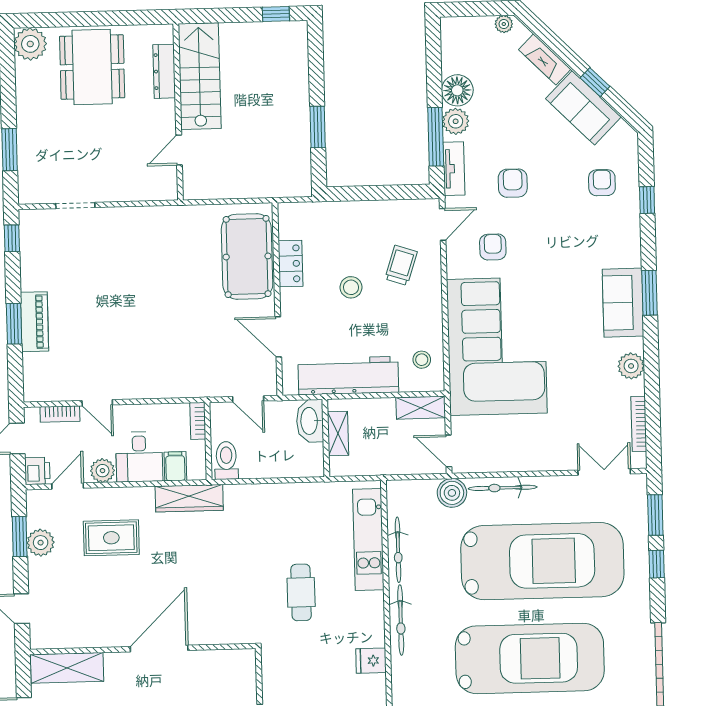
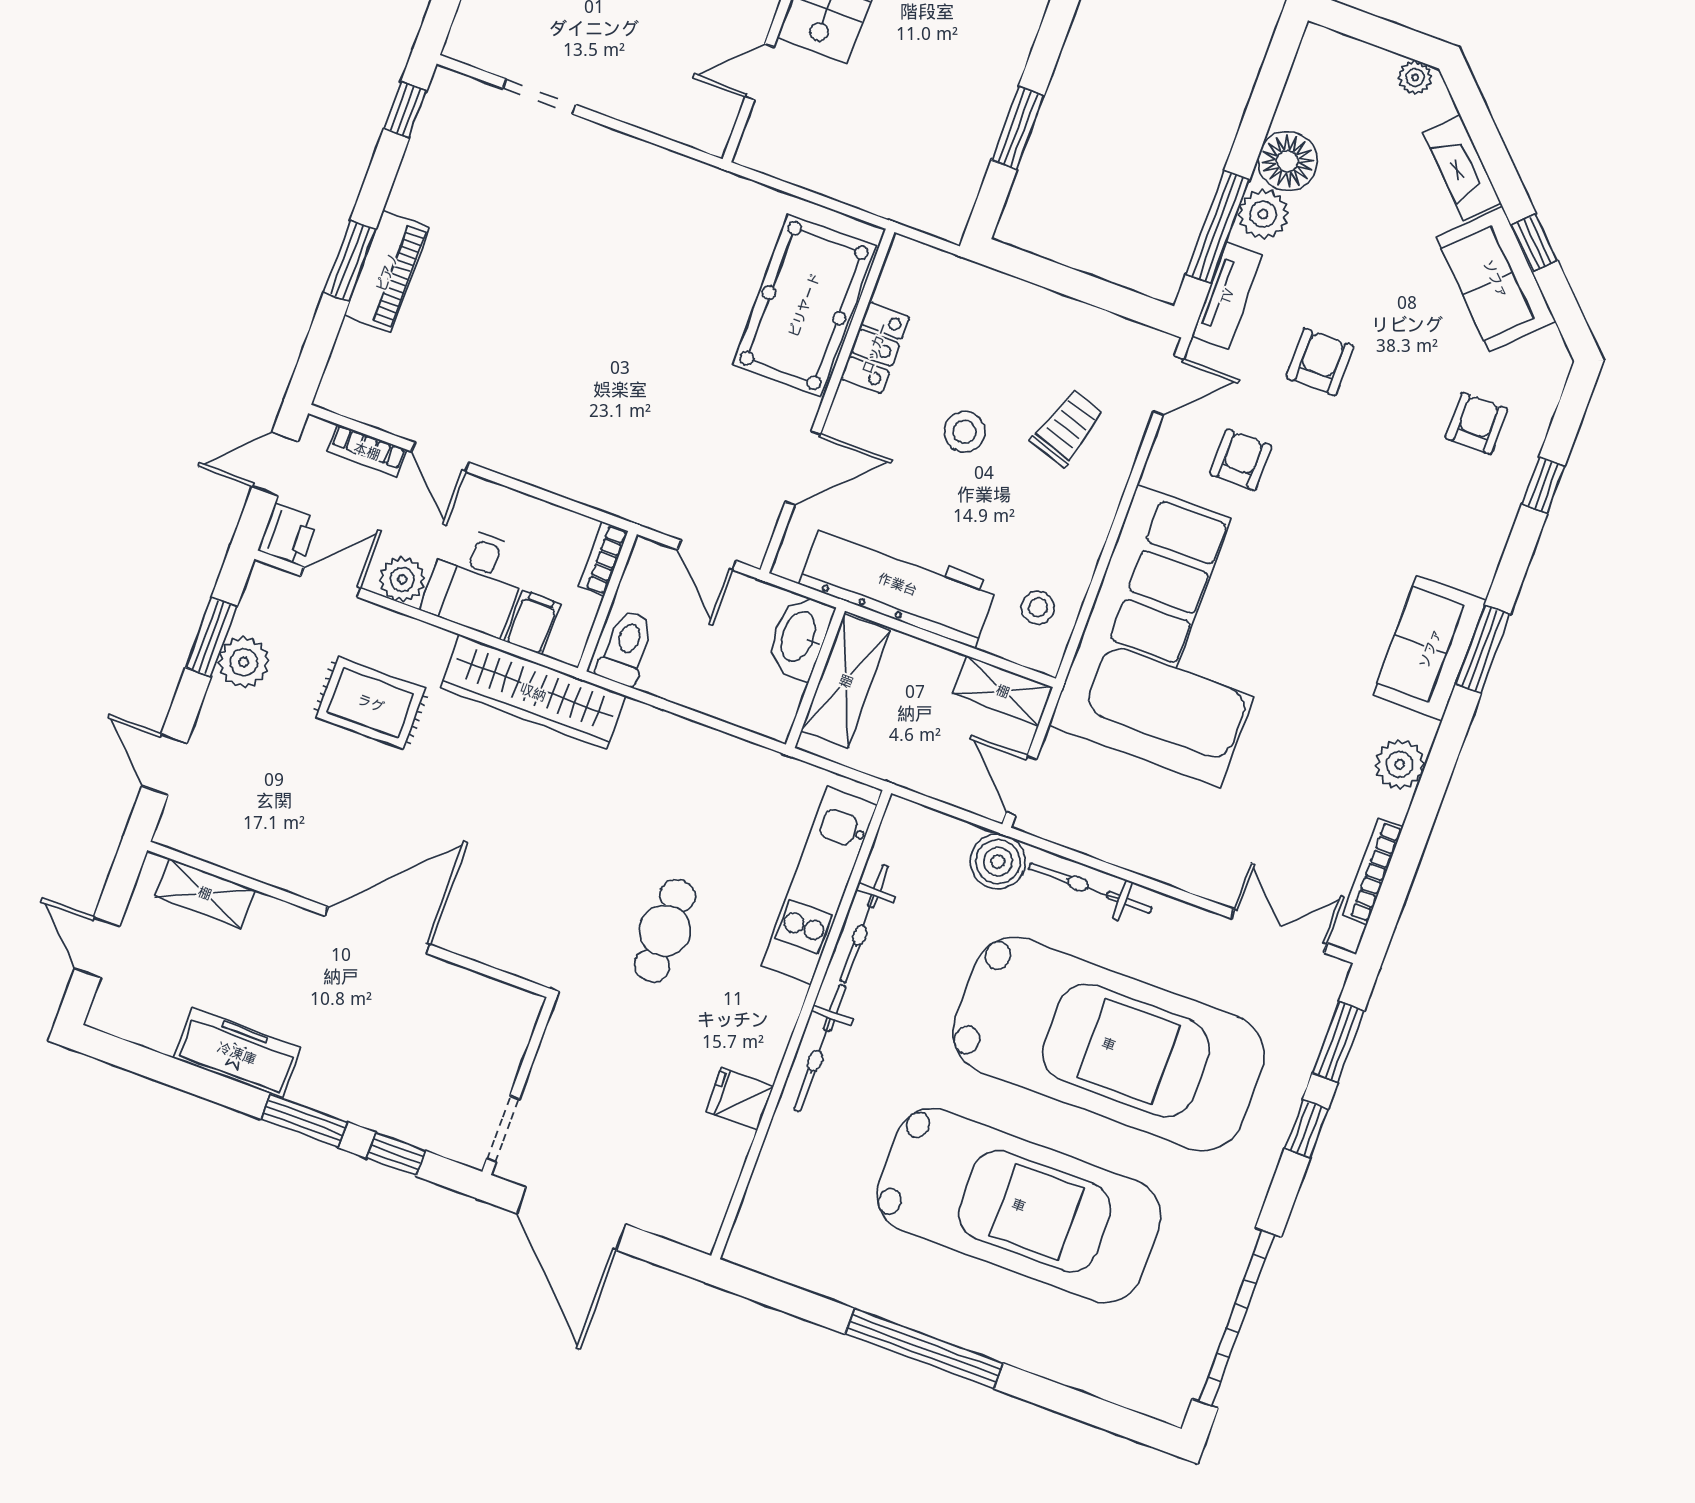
door: (278, 337) -> (803, 468), swing flipped
shelving: (338, 433) -> (846, 681), width x1.50, depth x1.33
wardrobe: (189, 498) -> (533, 692), width x1.40, depth x1.17
shelving: (67, 668) -> (205, 893), width x0.67, depth x0.75

